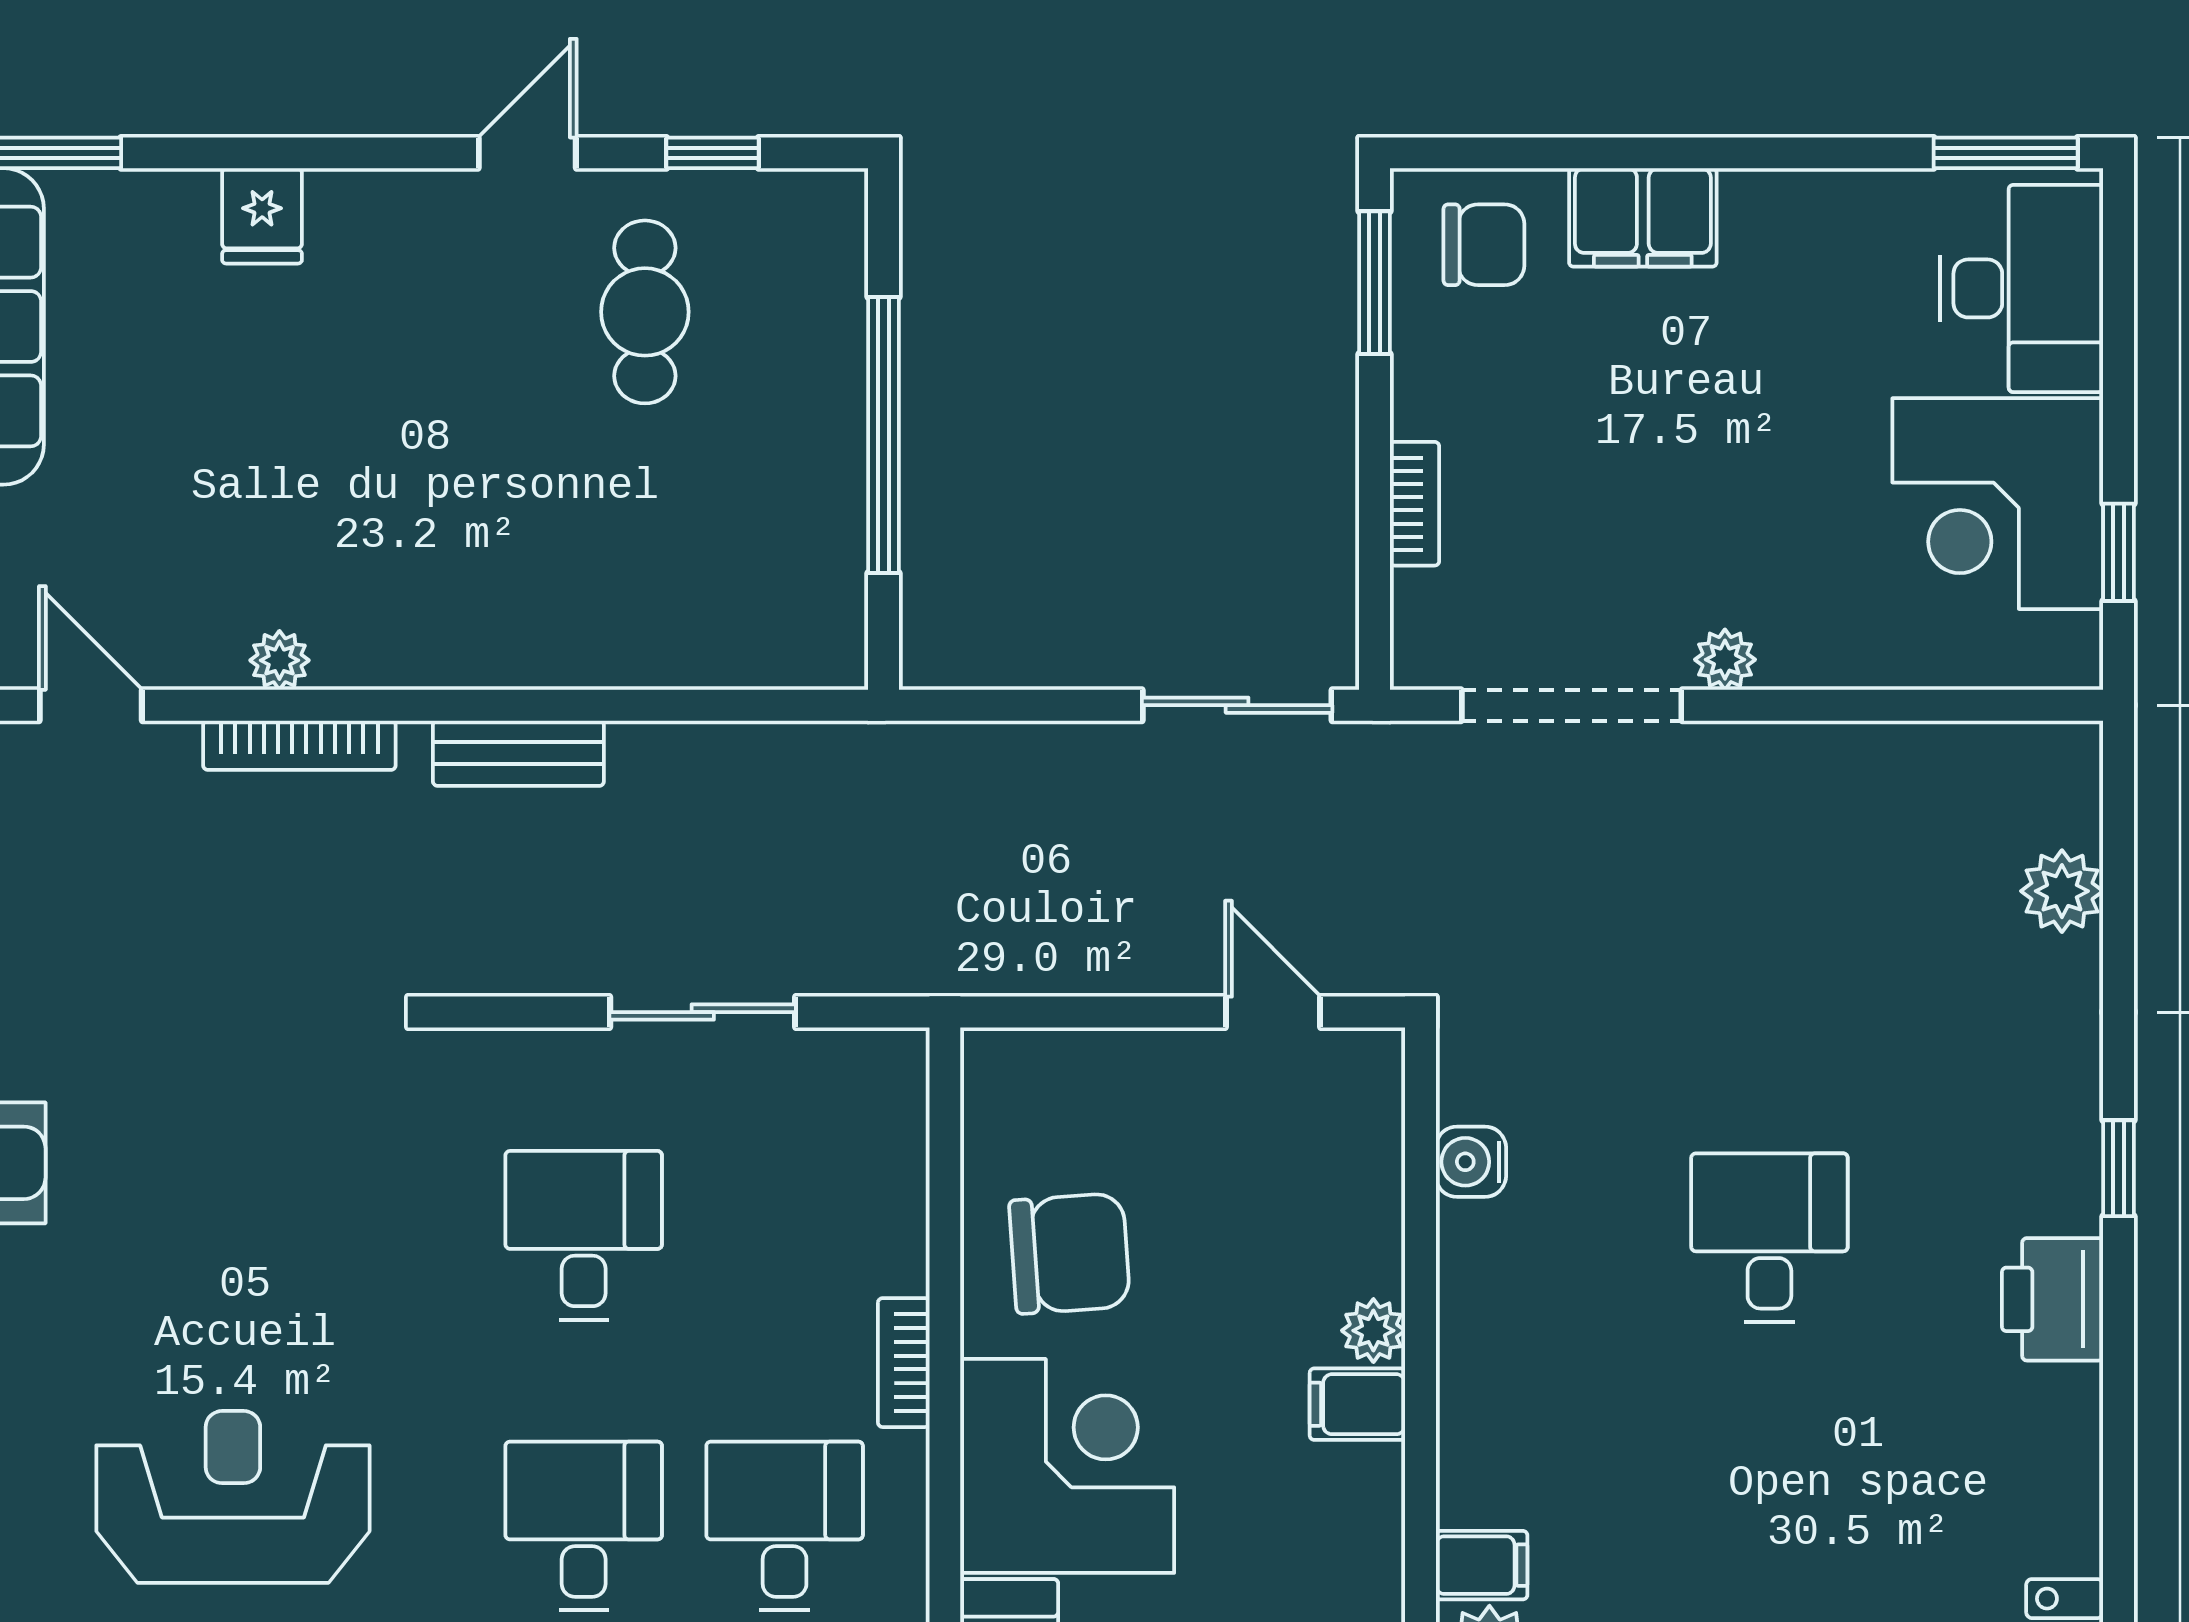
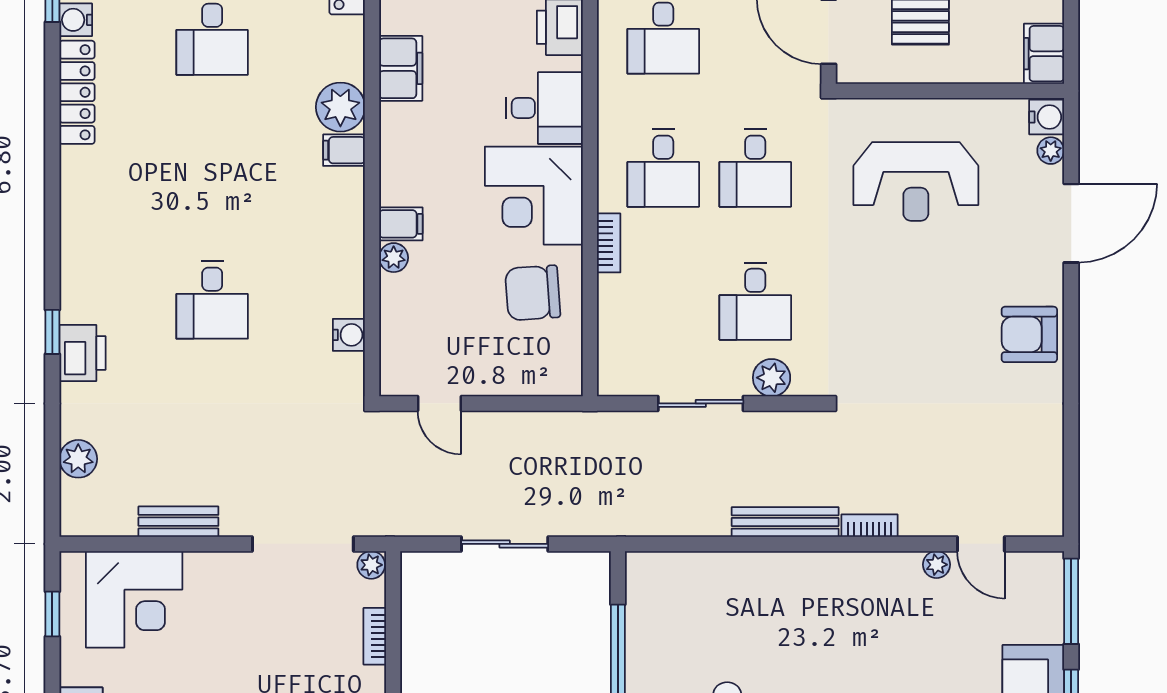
corner desk: (1998, 504) -> (134, 599), moved, turned 90
plant: (279, 660) -> (937, 565), moved
plant: (1725, 660) -> (371, 565), moved
sliding door: (1237, 705) -> (505, 544), moved
bookcase: (299, 745) -> (870, 526), width x0.64
bench: (518, 753) -> (785, 522), width x1.36
bench: (1843, 754) -> (178, 522), added
plant: (548, 1068) -> (772, 378), added
printer: (2053, 1299) -> (83, 353), moved

